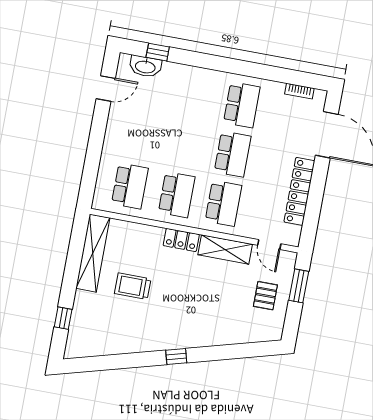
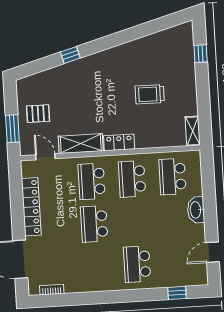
washbasin: (145, 66) -> (196, 210), moved, turned -90
school desk: (242, 105) -> (137, 264), moved
shelving: (93, 253) -> (193, 131), width x0.45, depth x0.75
trolley: (133, 286) -> (150, 94), turned 180
pallet: (265, 296) -> (38, 114), turned 90
window: (176, 356) -> (70, 55), moved

